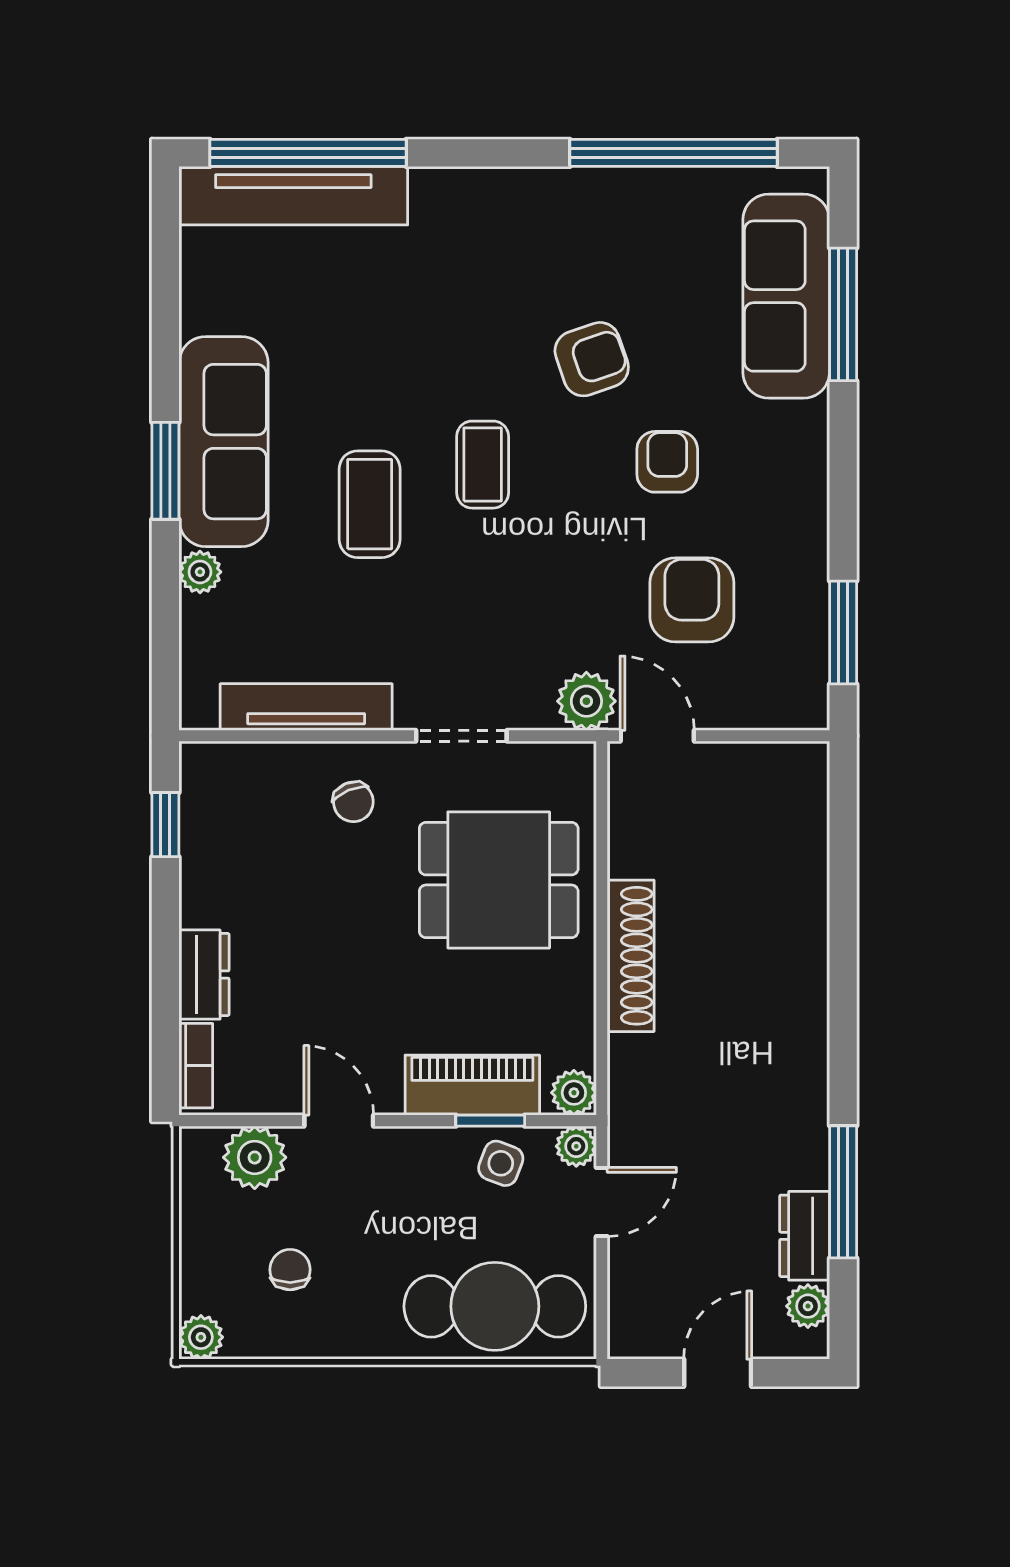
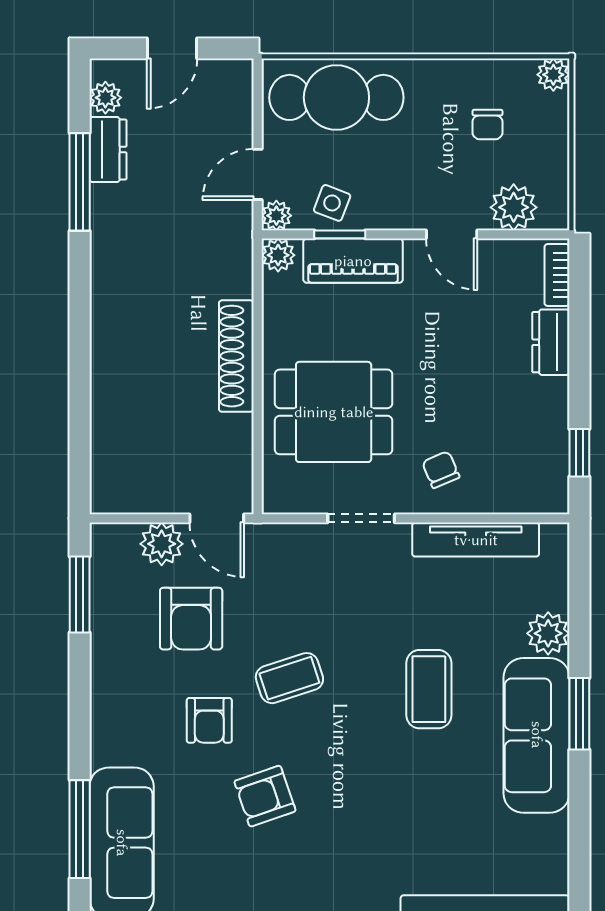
coffee table: (483, 465) -> (289, 678), moved, turned 72
plant: (200, 572) -> (548, 633), width x1.38, depth x1.38
plant: (586, 701) -> (162, 544), moved

